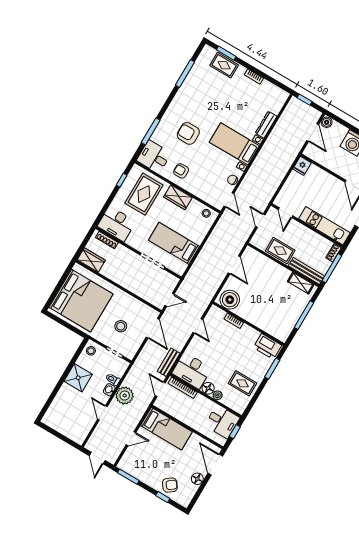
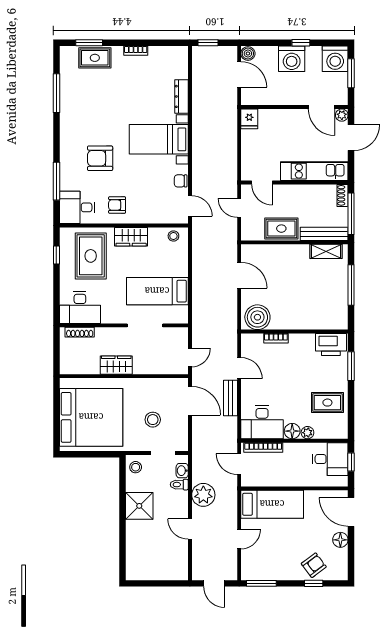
wardrobe: (91, 260) -> (116, 365), moved
bench: (169, 362) -> (230, 398), moved
washbasin: (109, 390) -> (182, 471), moved

